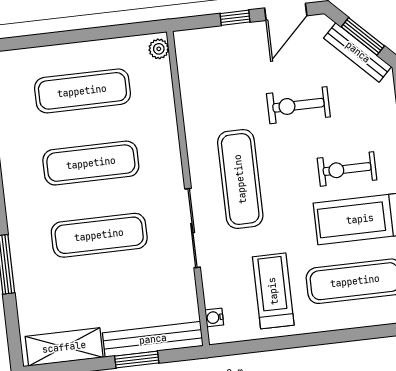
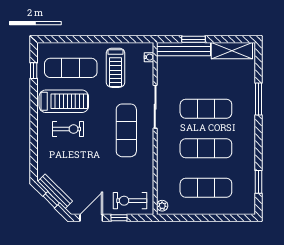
window: (363, 36) -> (51, 200), width x0.67
exercise bike: (298, 105) -> (130, 201), moved, turned 180

